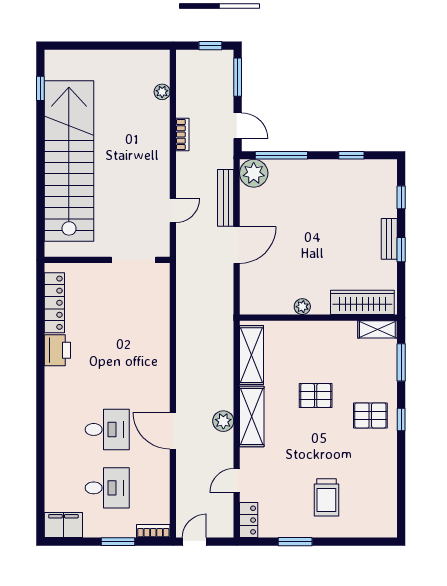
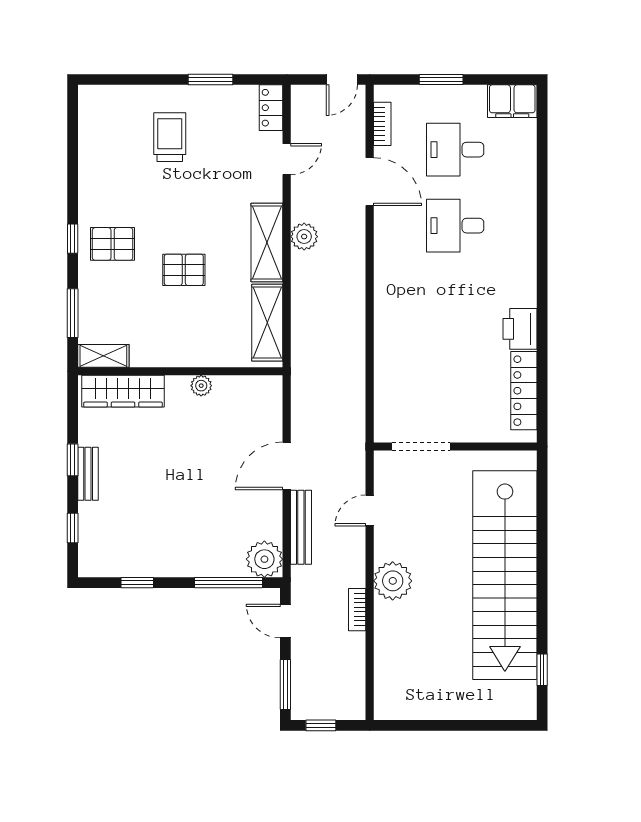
plant: (162, 92) -> (393, 581), moved, width x1.88, depth x1.88
door: (173, 431) -> (370, 182), moved
bookcase: (153, 531) -> (382, 124), moved, turned -90

